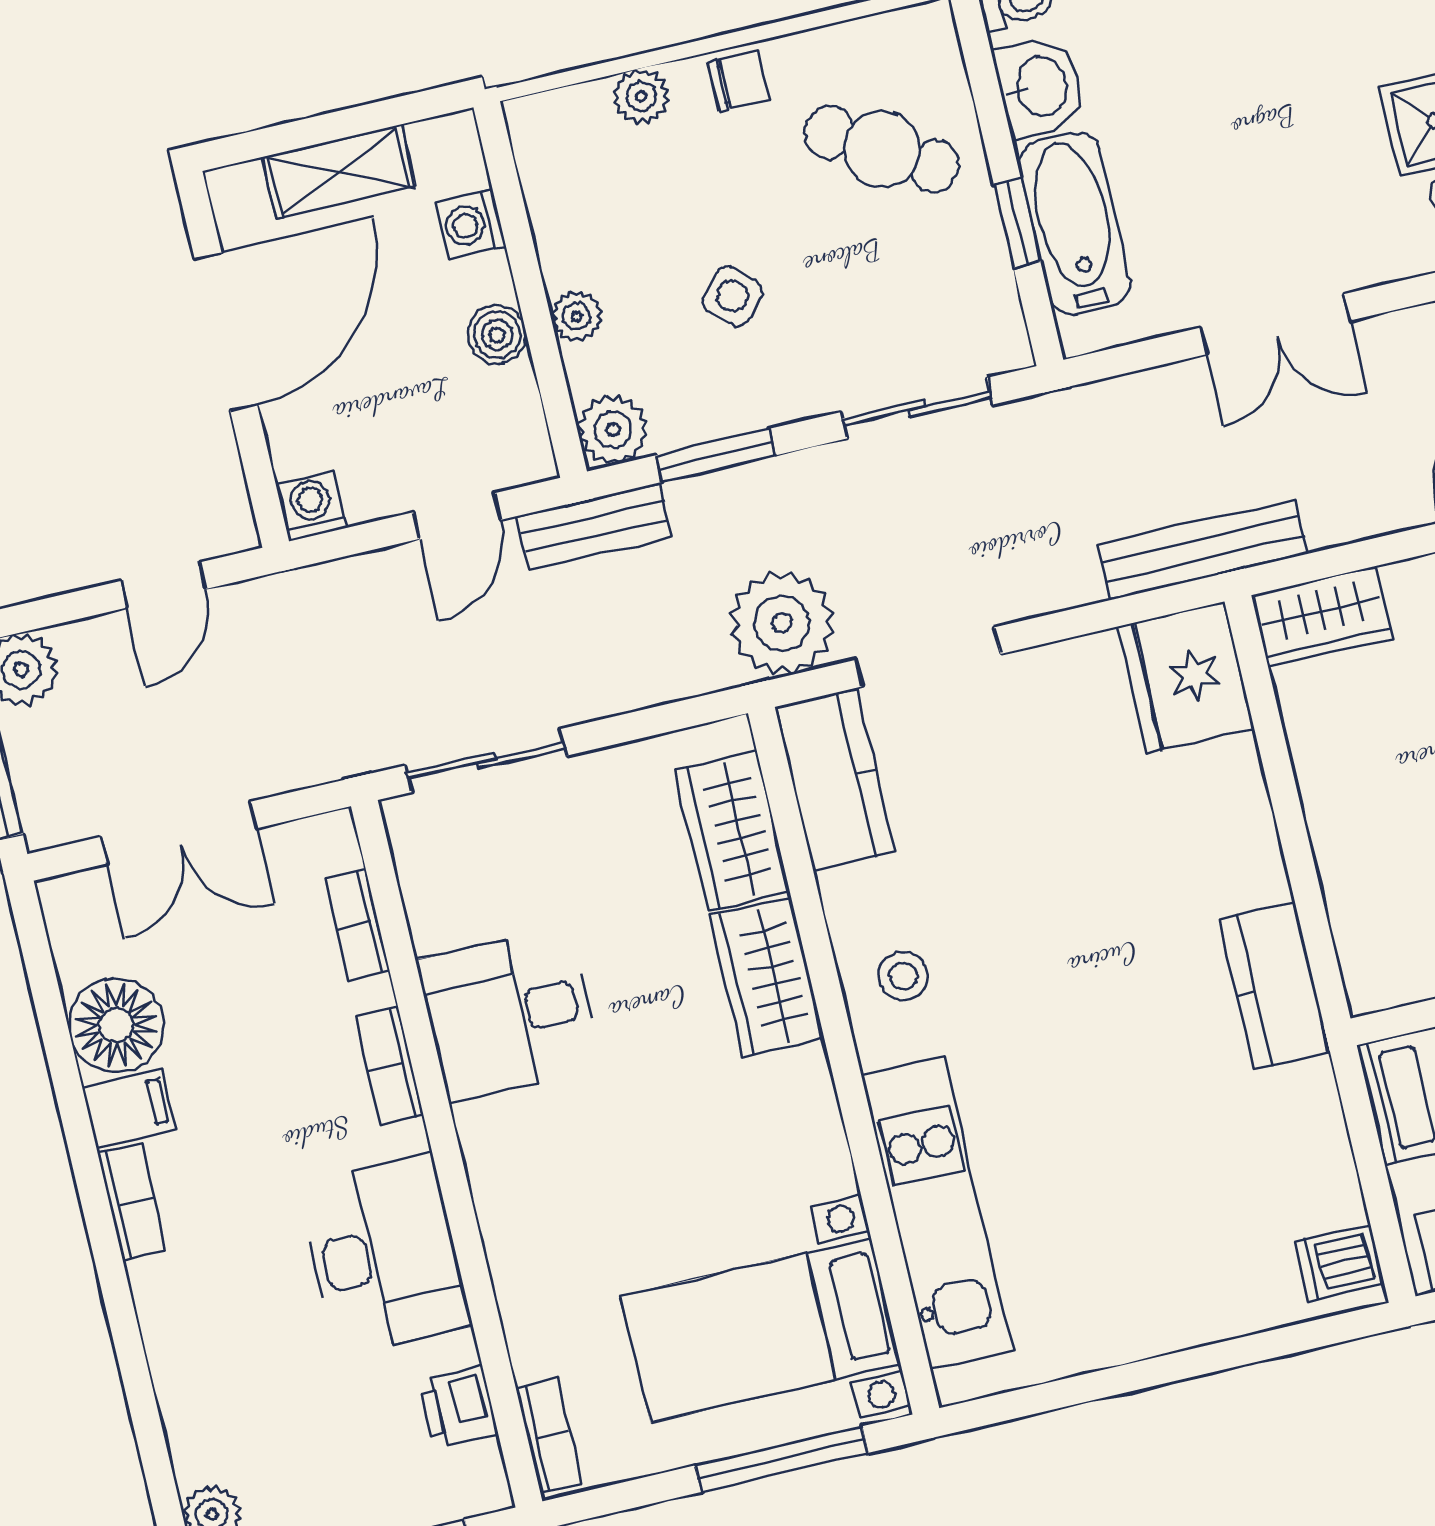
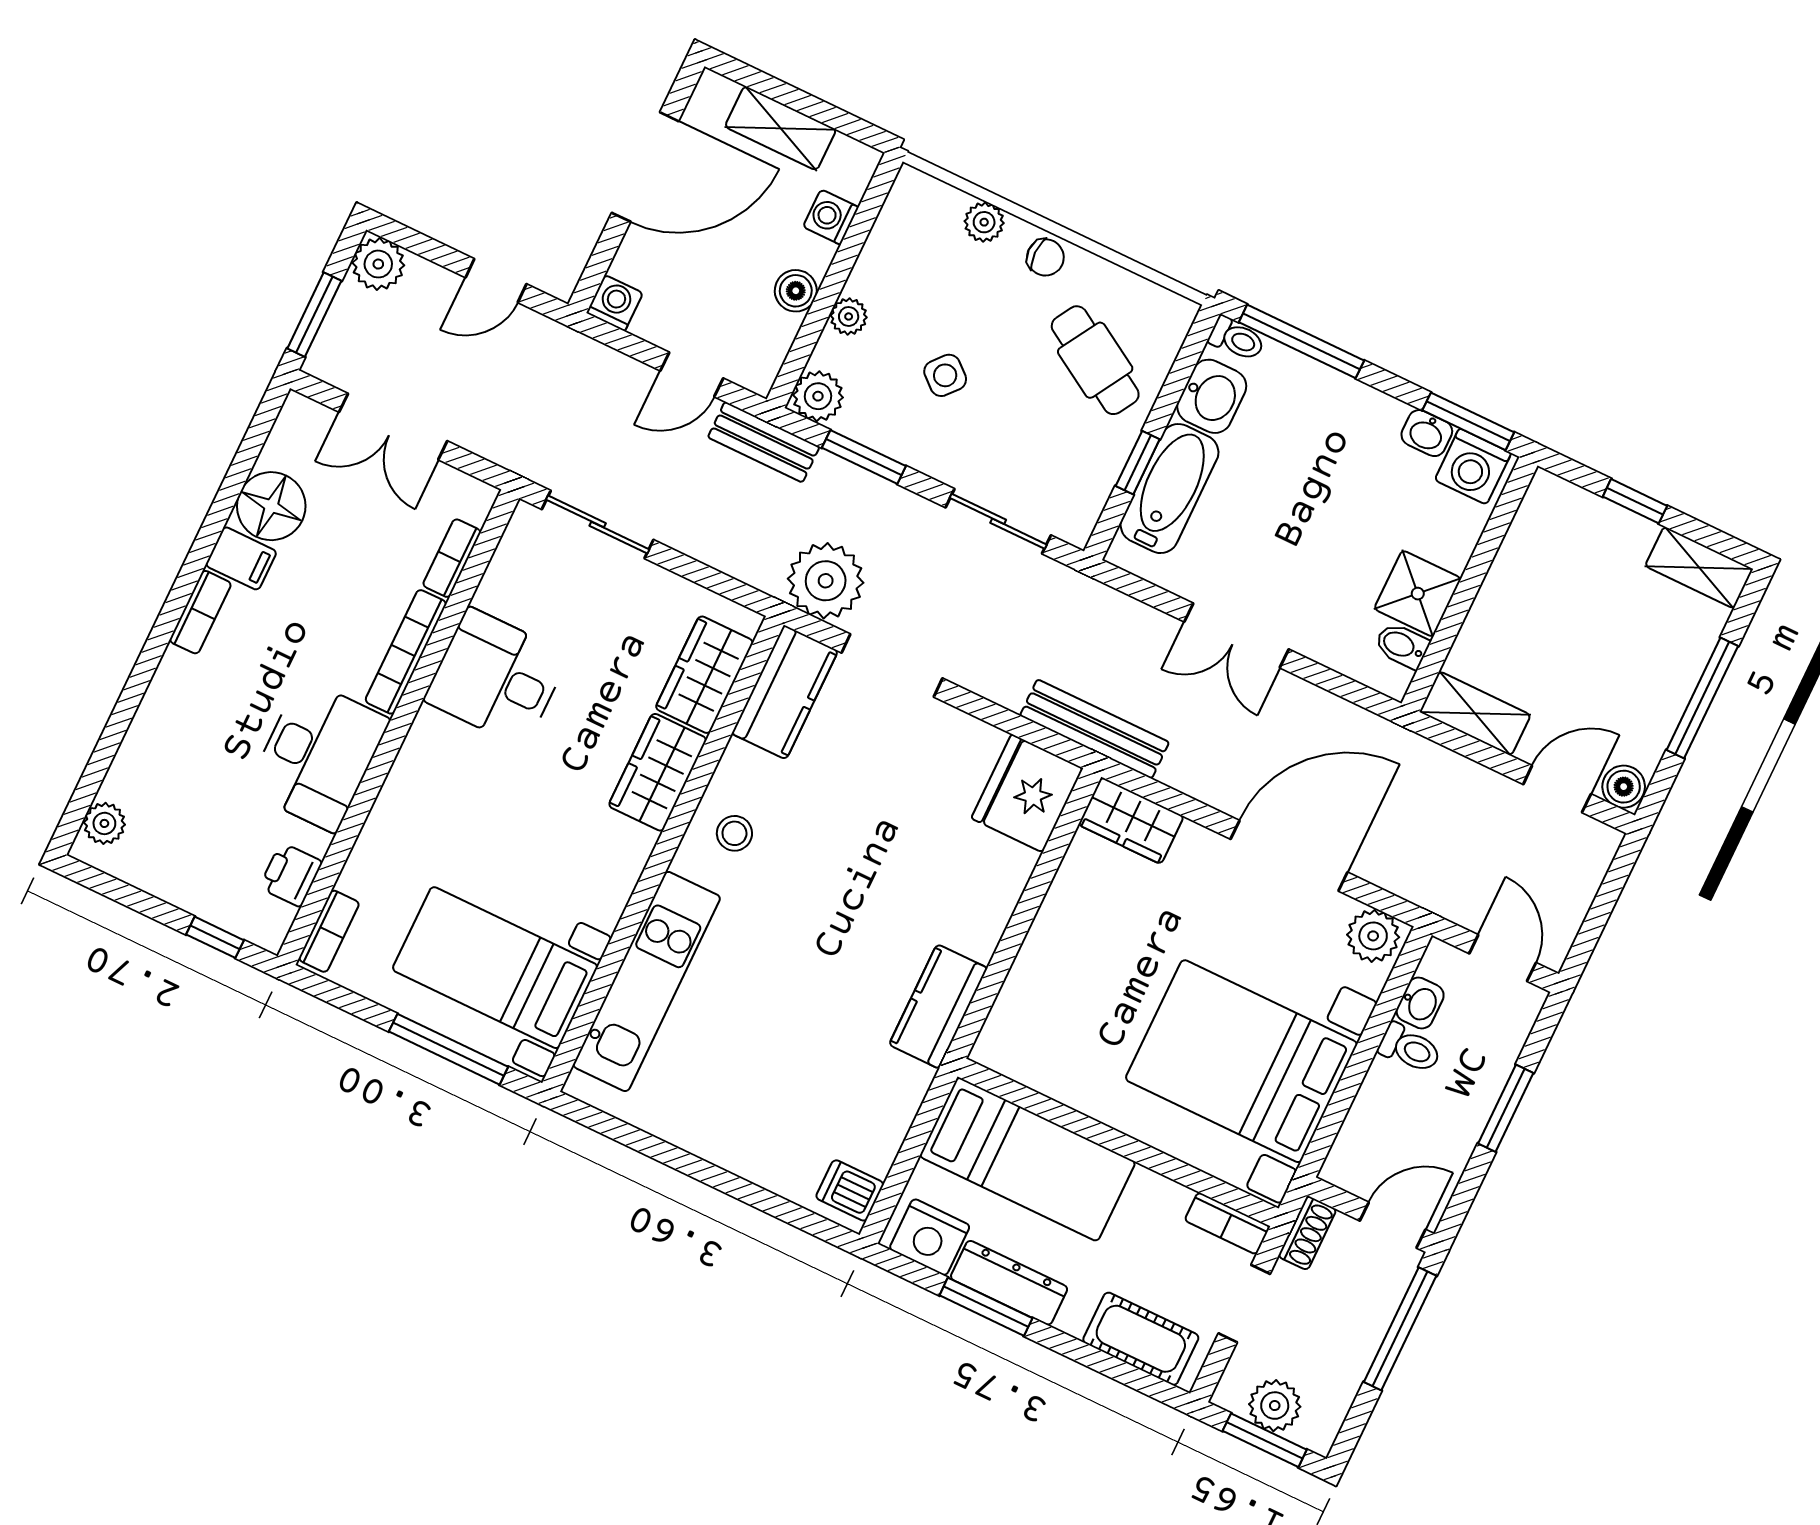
bookcase: (389, 1066) -> (406, 652), width x1.56

